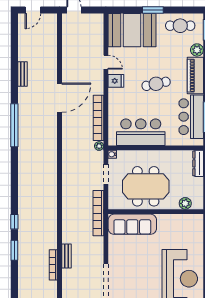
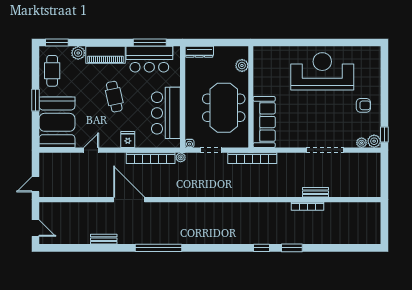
fridge: (116, 81) -> (128, 140), moved
bench: (66, 256) -> (316, 192), moved

